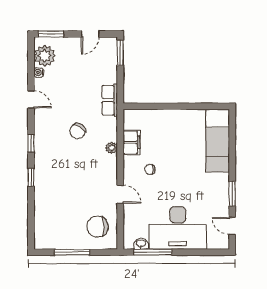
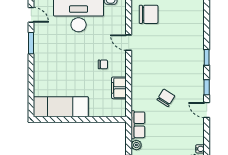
door: (31, 99) -> (207, 110), moved
exam couch: (218, 141) -> (61, 107), moved, turned -90
plant: (112, 148) -> (136, 145), moved

